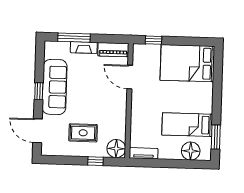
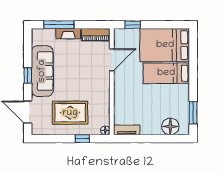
door: (130, 77) -> (112, 60), swing flipped
bed: (187, 125) -> (166, 73), moved
rug: (83, 133) -> (70, 113), width x1.36, depth x1.43
floor lamp: (116, 149) -> (105, 130), width x0.53, depth x0.53

